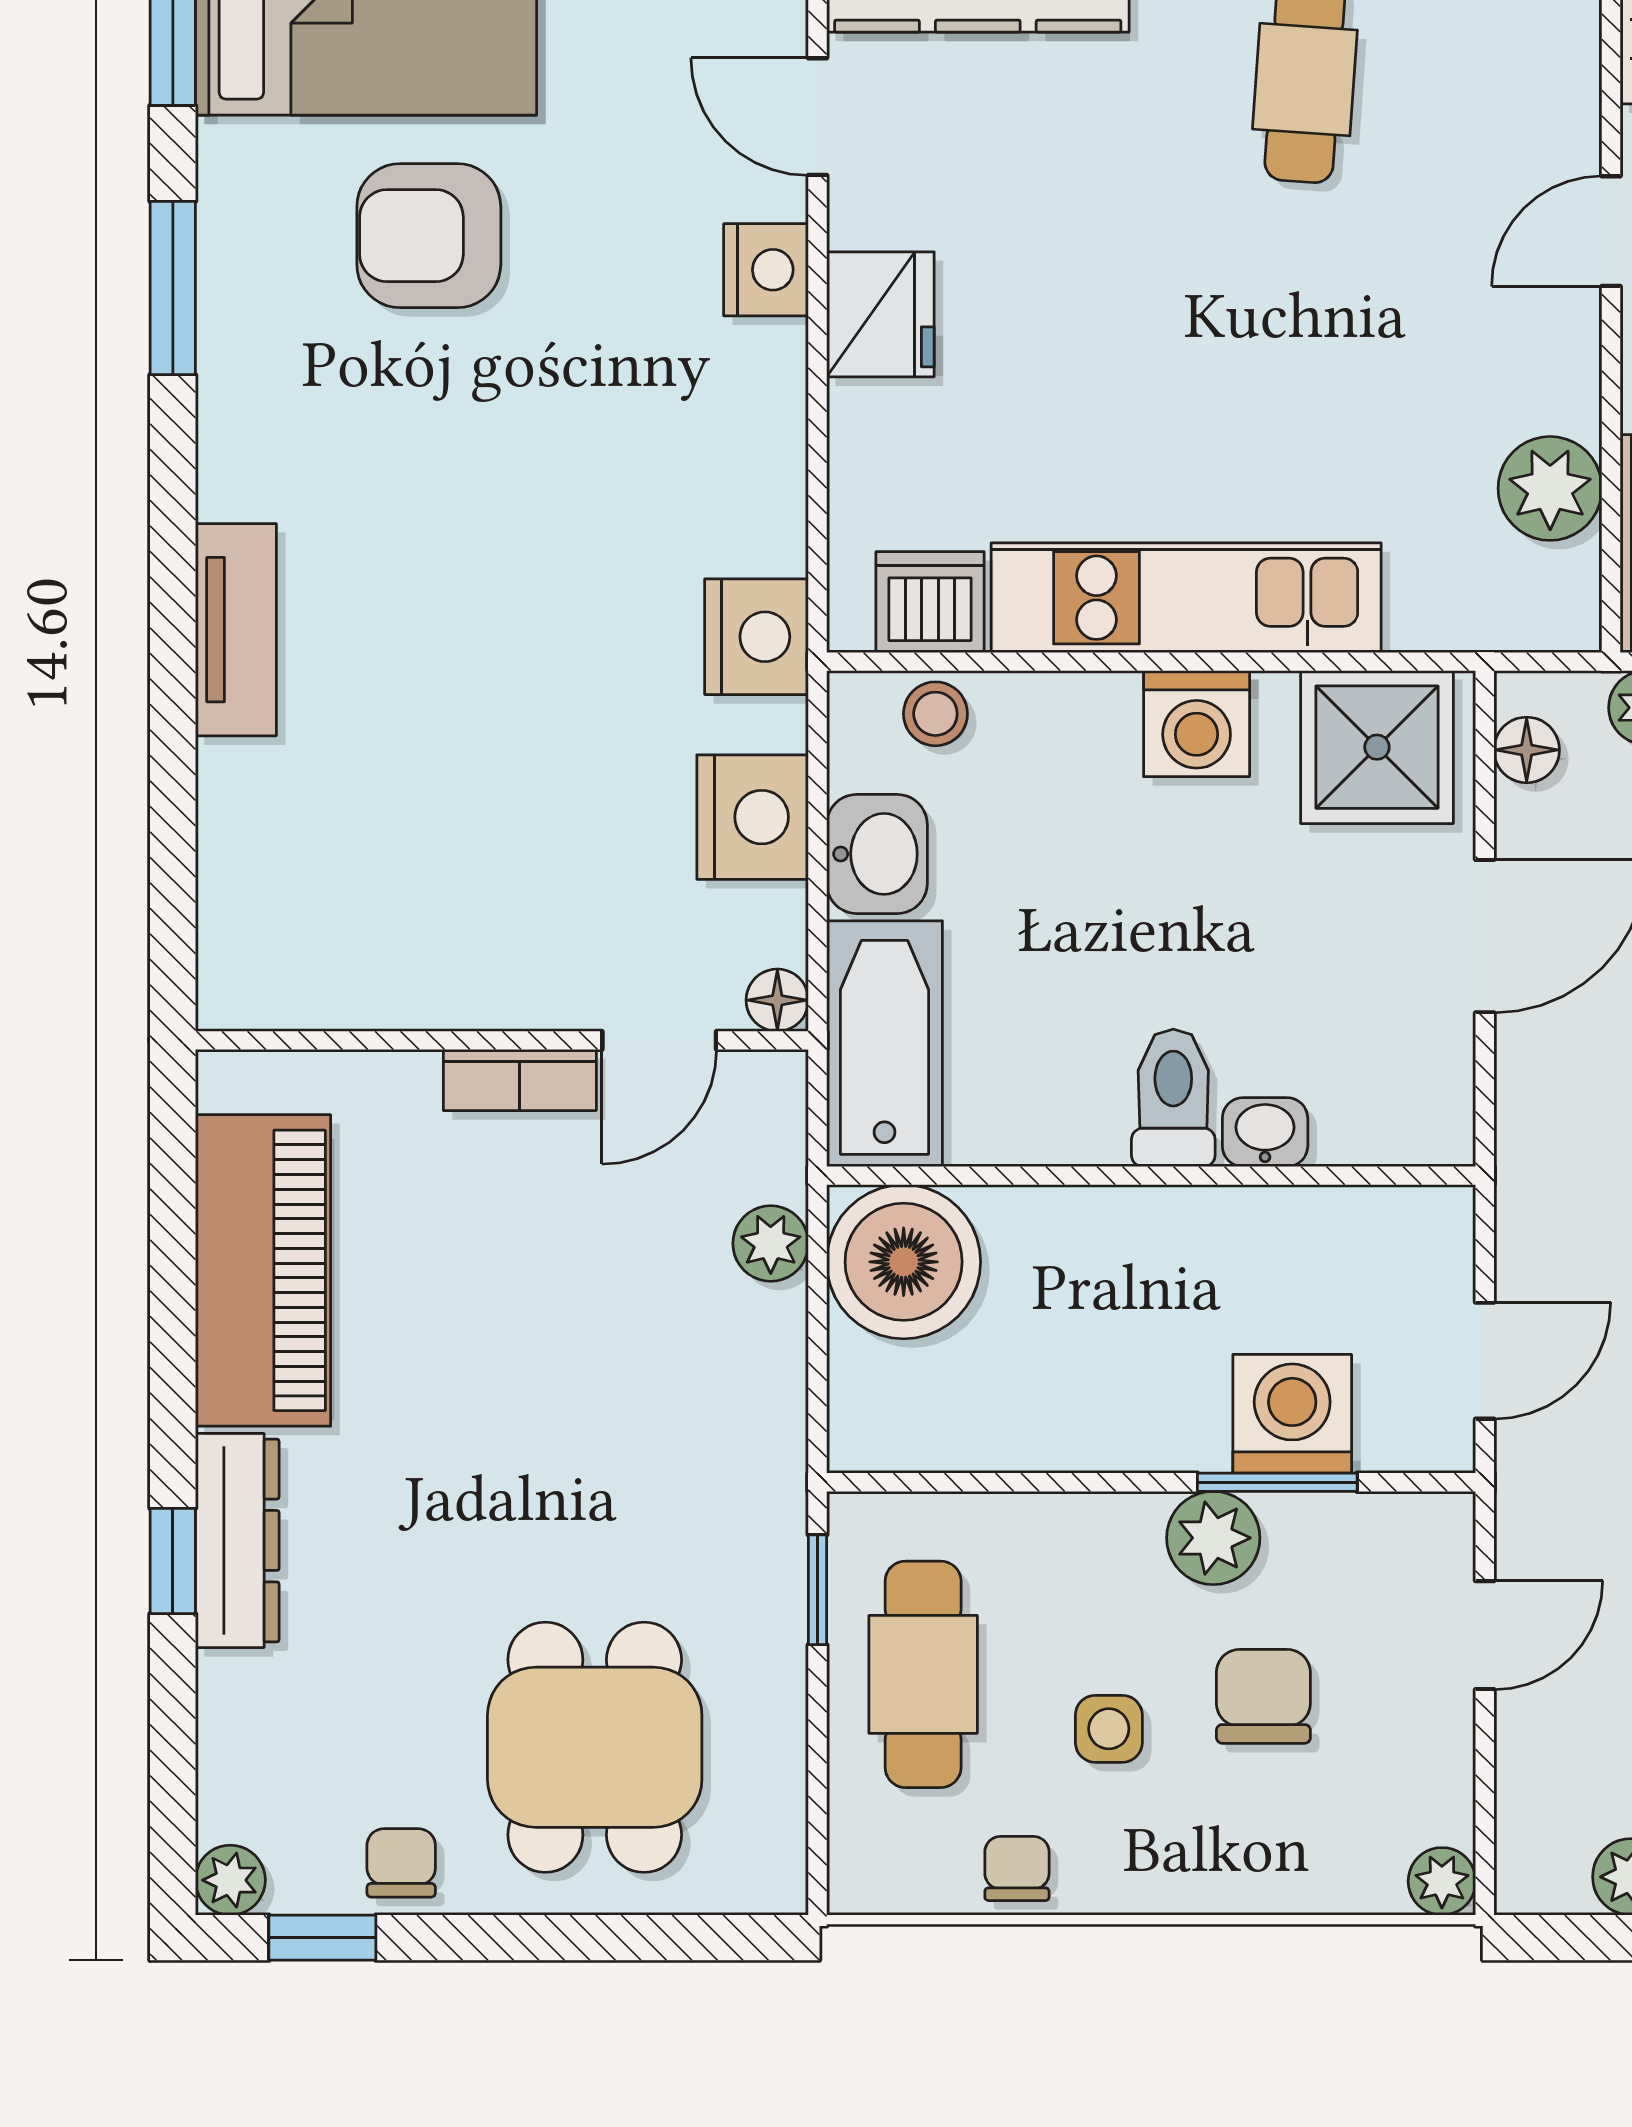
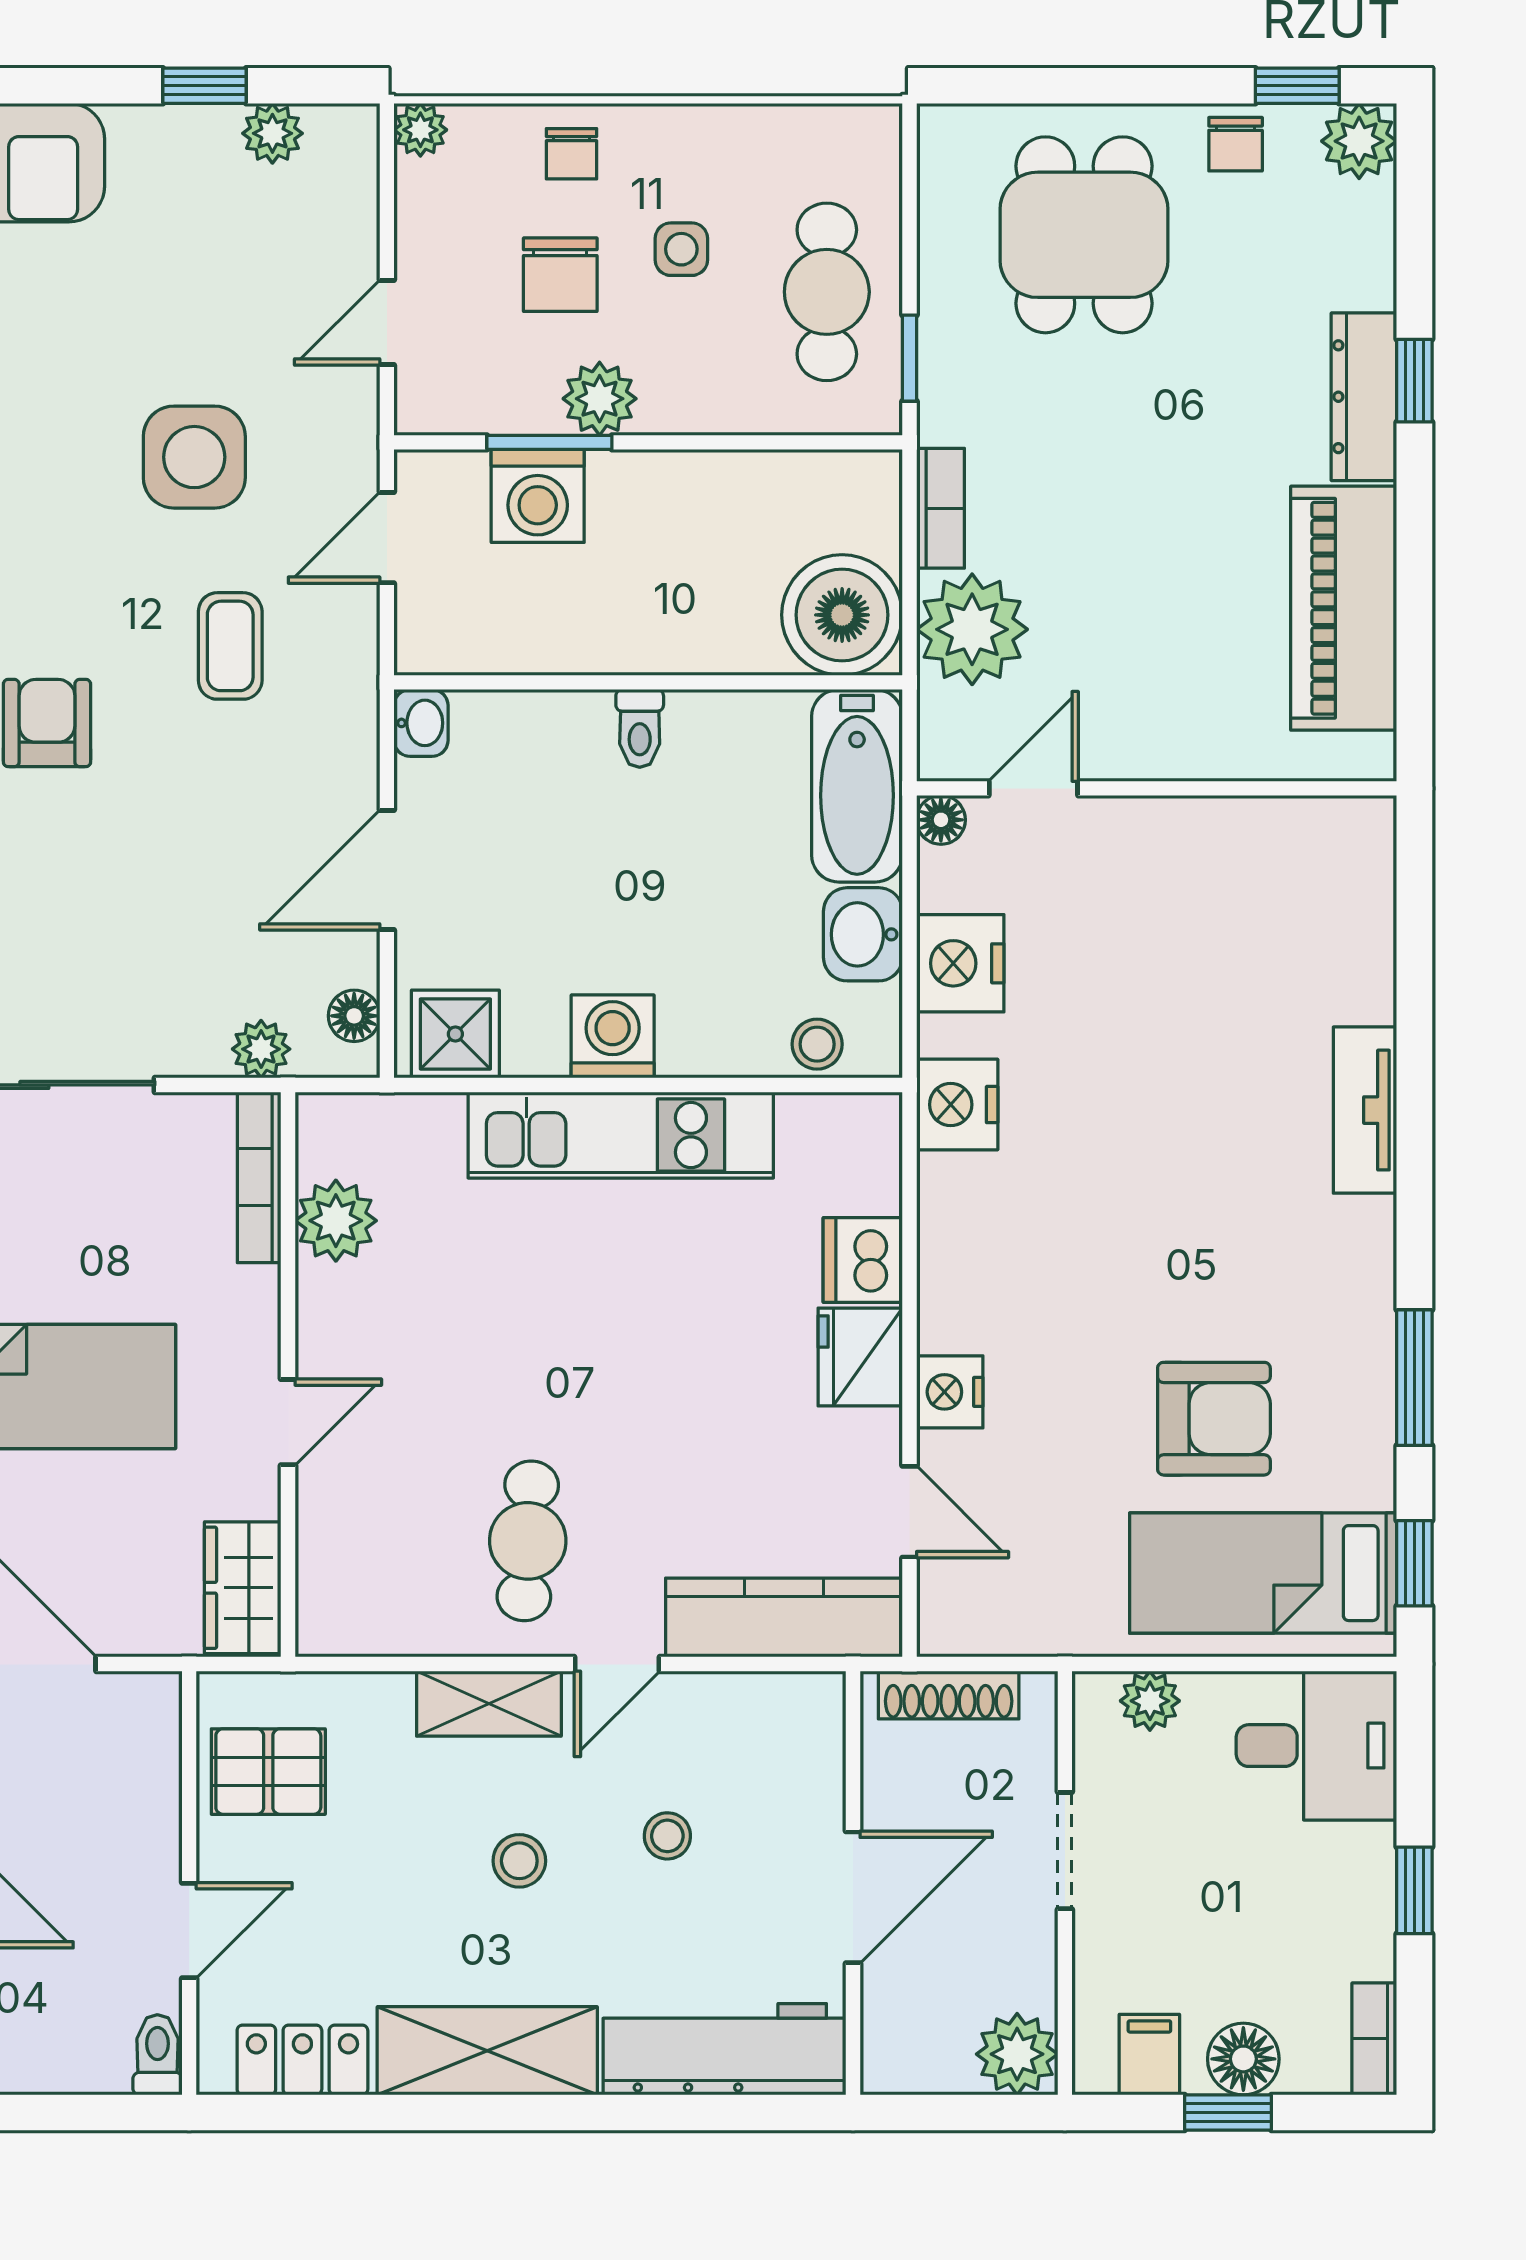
dishwasher: (930, 602) -> (863, 1260), moved, turned 90
shower: (1377, 747) -> (455, 1034), width x0.73, depth x0.73
bookcase: (520, 1080) -> (940, 508), moved, turned 90
toilet: (1173, 1098) -> (640, 728), width x0.73, depth x0.72
washbasin: (1265, 1132) -> (421, 723), moved, turned -90
plant: (771, 1243) -> (972, 629), width x1.87, depth x1.87
chair: (1017, 1868) -> (572, 154), moved
plant: (230, 1880) -> (1359, 141), width x1.38, depth x1.38

